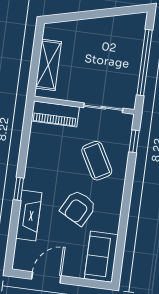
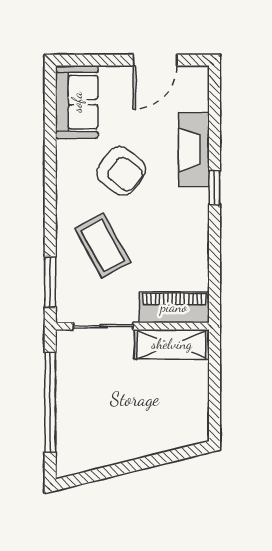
shelving: (48, 65) -> (172, 344), moved, turned 90
window: (134, 141) -> (50, 282), width x1.50
armchair: (78, 208) -> (121, 171), turned 99

